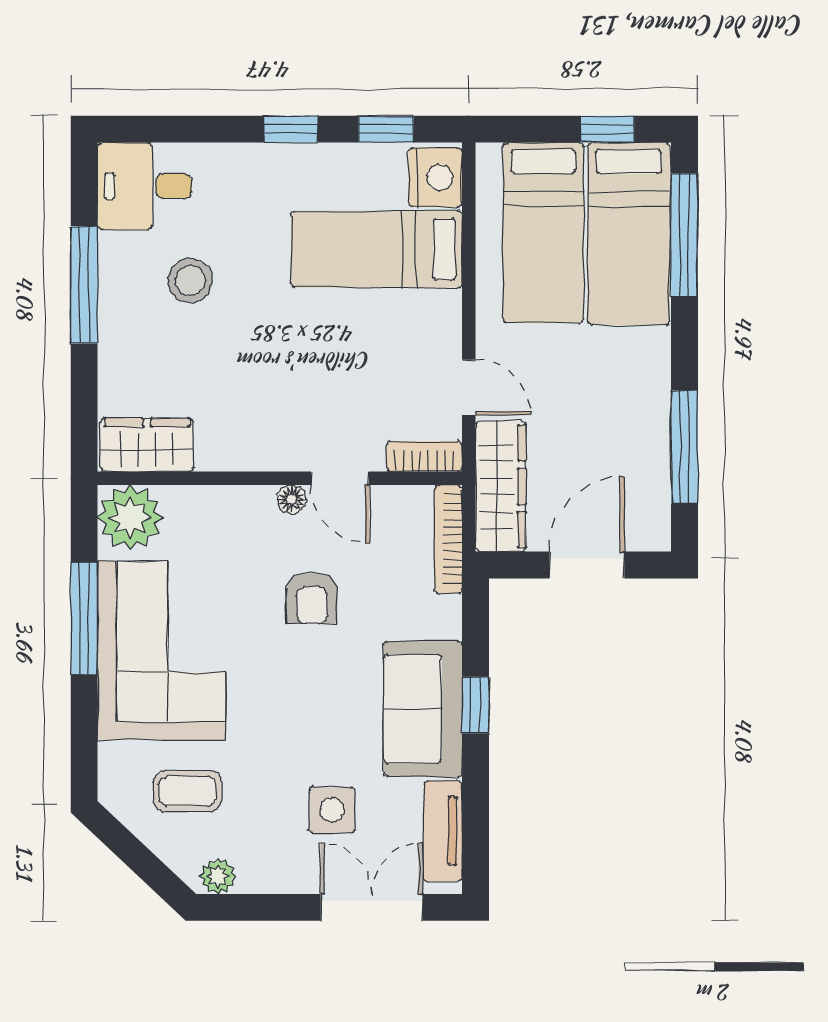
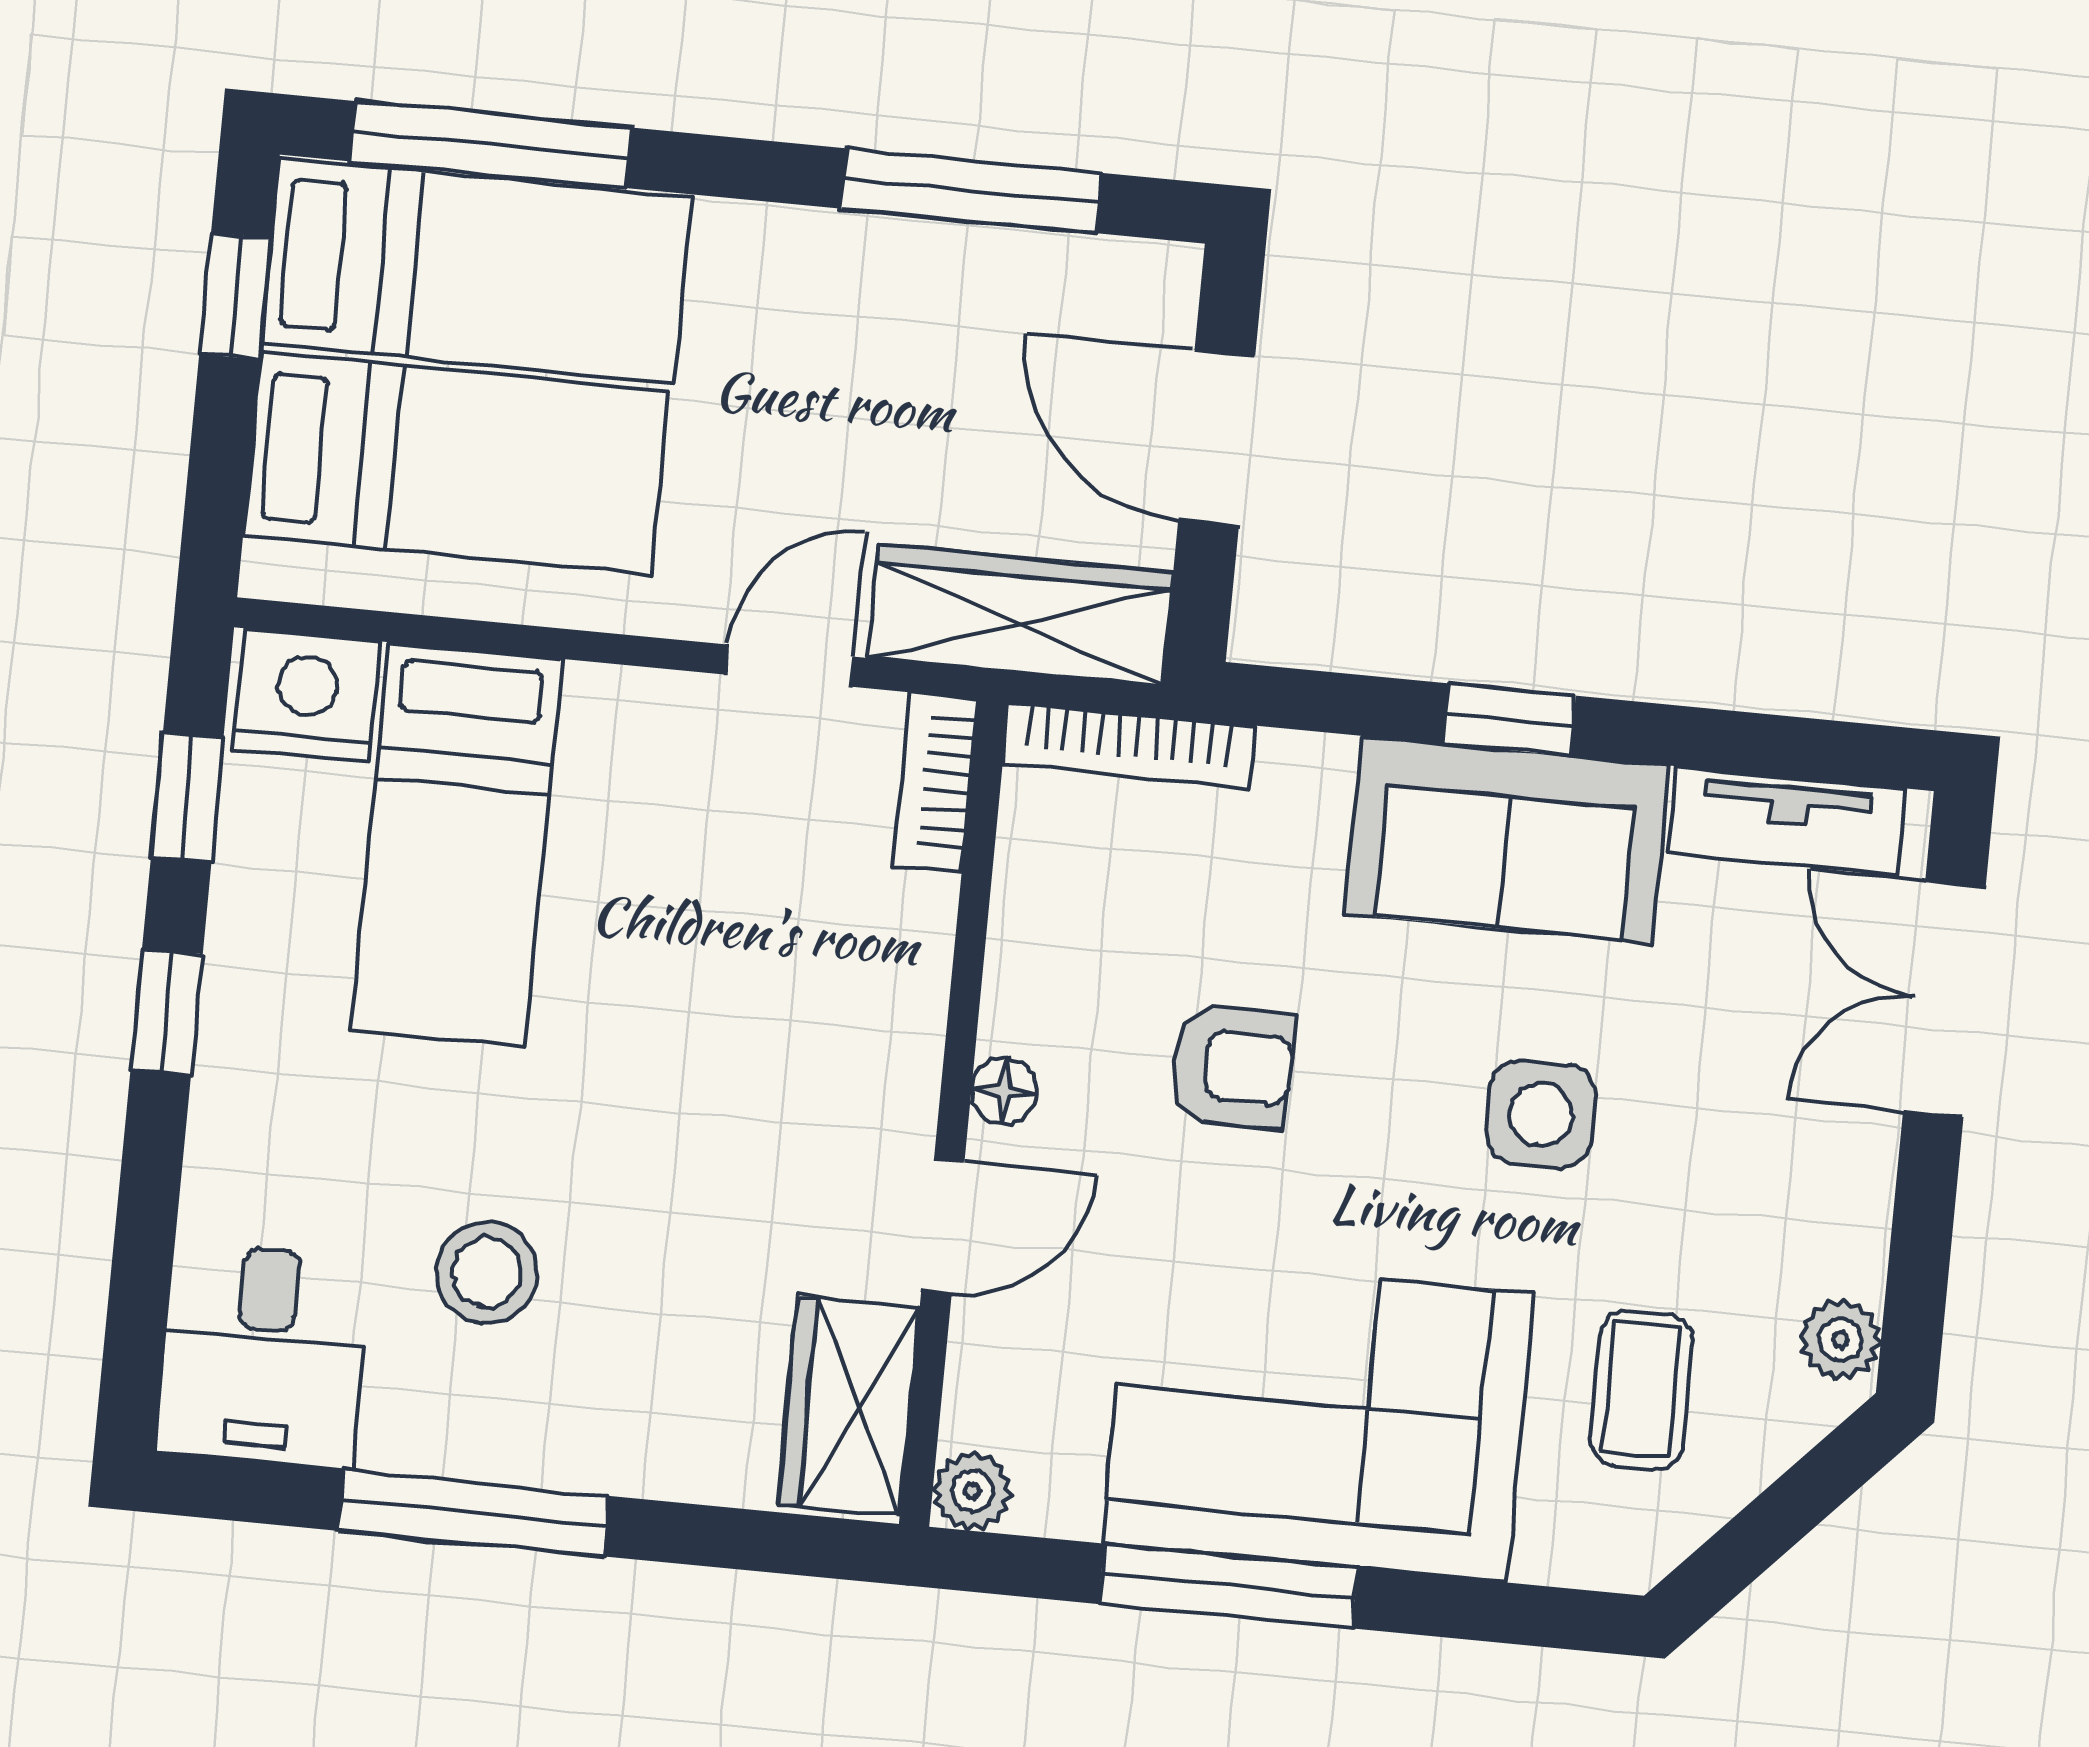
door: (340, 478) -> (943, 1226), moved
plant: (130, 517) -> (972, 1491), width x0.53, depth x0.53
side table: (332, 810) -> (1541, 1114), moved

